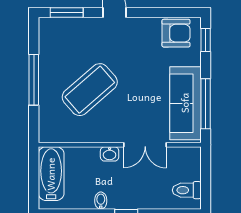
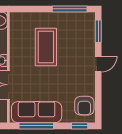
window: (34, 80) -> (70, 9), moved
coffee table: (90, 90) -> (46, 47), turned 41

